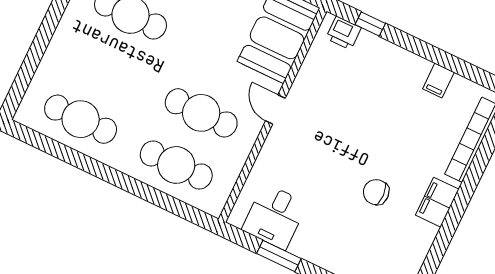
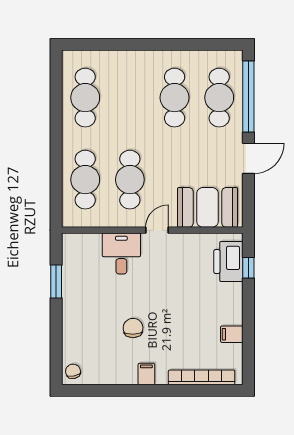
printer: (344, 33) -> (228, 261), width x1.87, depth x1.48
filing cabinet: (437, 202) -> (146, 374), width x0.50
desk: (275, 217) -> (121, 254), moved, turned 90

